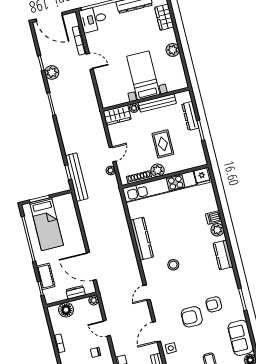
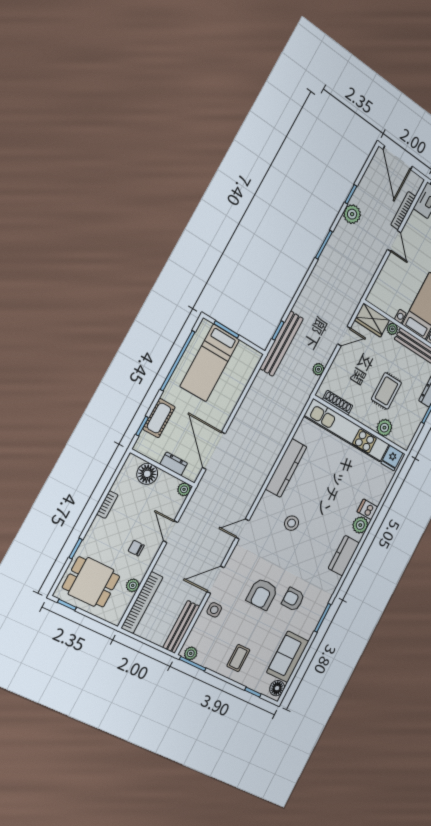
door: (113, 154) -> (344, 336), moved
plant: (158, 170) -> (384, 428), moved
armchair: (192, 317) -> (262, 594), turned -90

